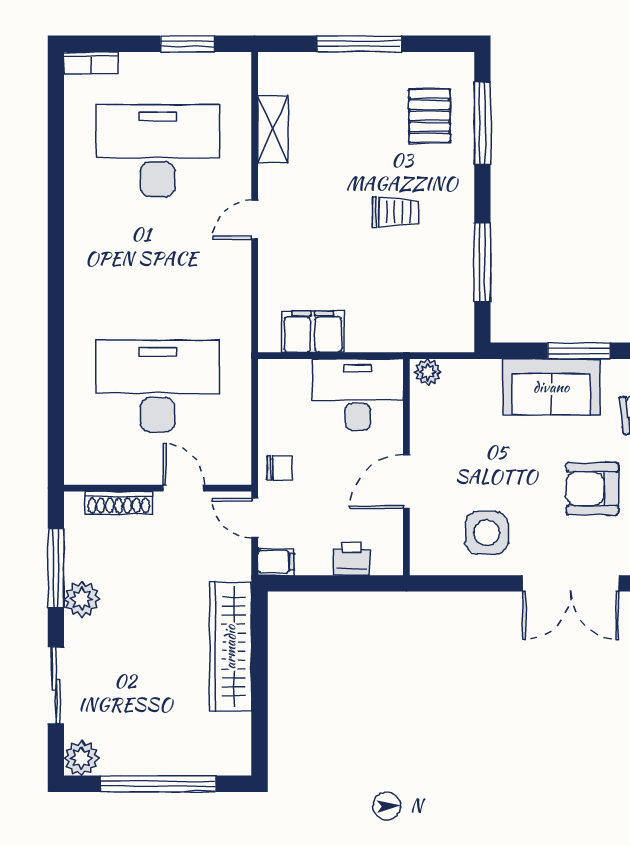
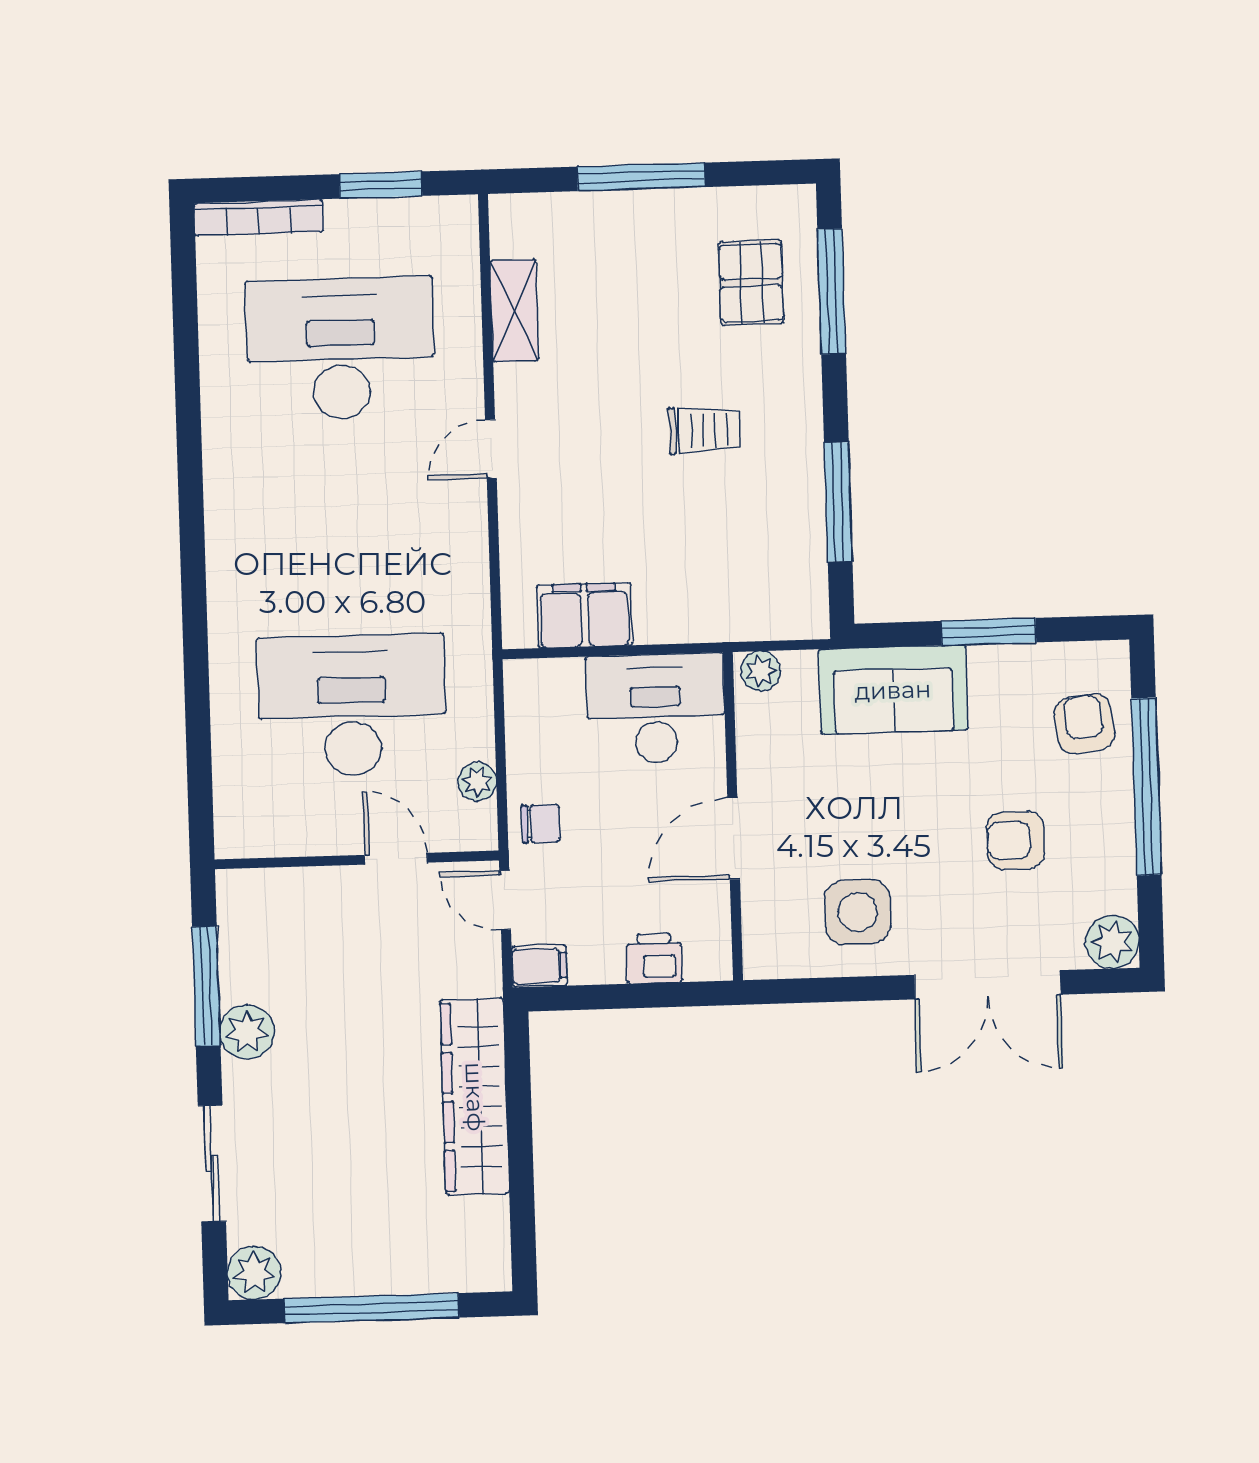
bookcase: (91, 63) -> (259, 218), width x1.56
sofa: (551, 387) -> (893, 690), moved
plant: (239, 439) -> (477, 782), added
armchair: (592, 489) -> (1016, 840), width x0.72, depth x0.72
shoe rack: (119, 503) -> (298, 884), removed

